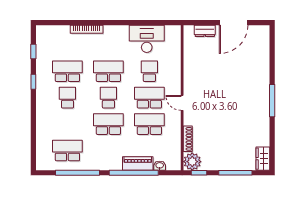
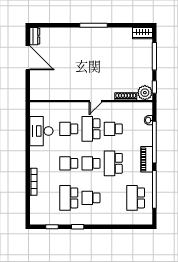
dresser: (205, 31) -> (35, 36), moved
school desk: (108, 71) -> (69, 163), width x0.54
school desk: (149, 124) -> (113, 129), width x0.54
piano: (138, 163) -> (147, 159), moved

